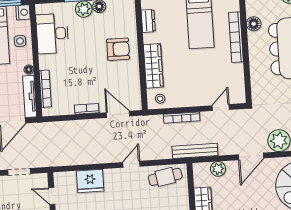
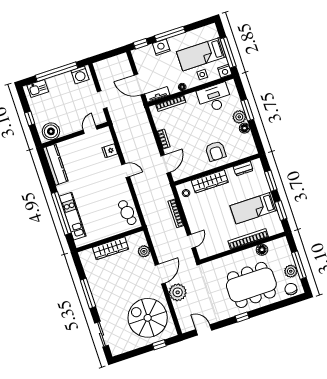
tv unit: (30, 96) -> (157, 94), width x0.71
door: (221, 108) -> (191, 241), hinge flipped
bench: (195, 151) -> (153, 230), removed
door: (251, 156) -> (160, 274), swing flipped
door: (131, 164) -> (126, 171), moved
fridge: (90, 181) -> (110, 151), width x0.53, depth x0.75

